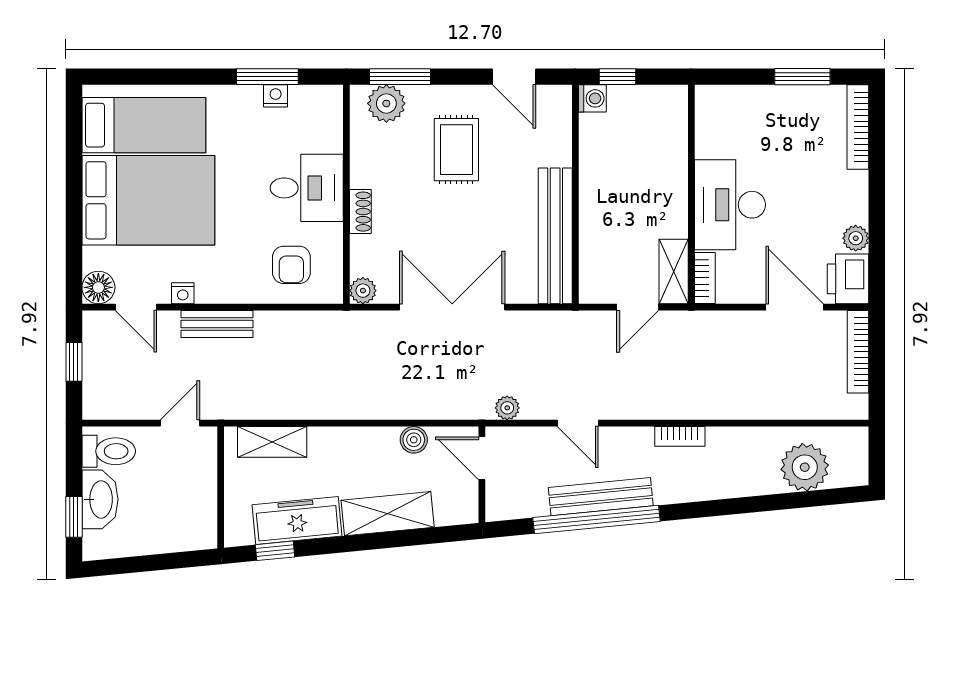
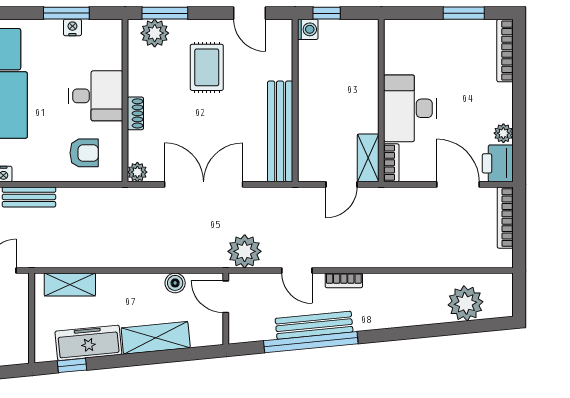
armchair: (291, 265) -> (84, 153), turned -90
plant: (507, 408) -> (245, 251), width x1.87, depth x1.87
bookcase: (680, 436) -> (344, 280), moved

